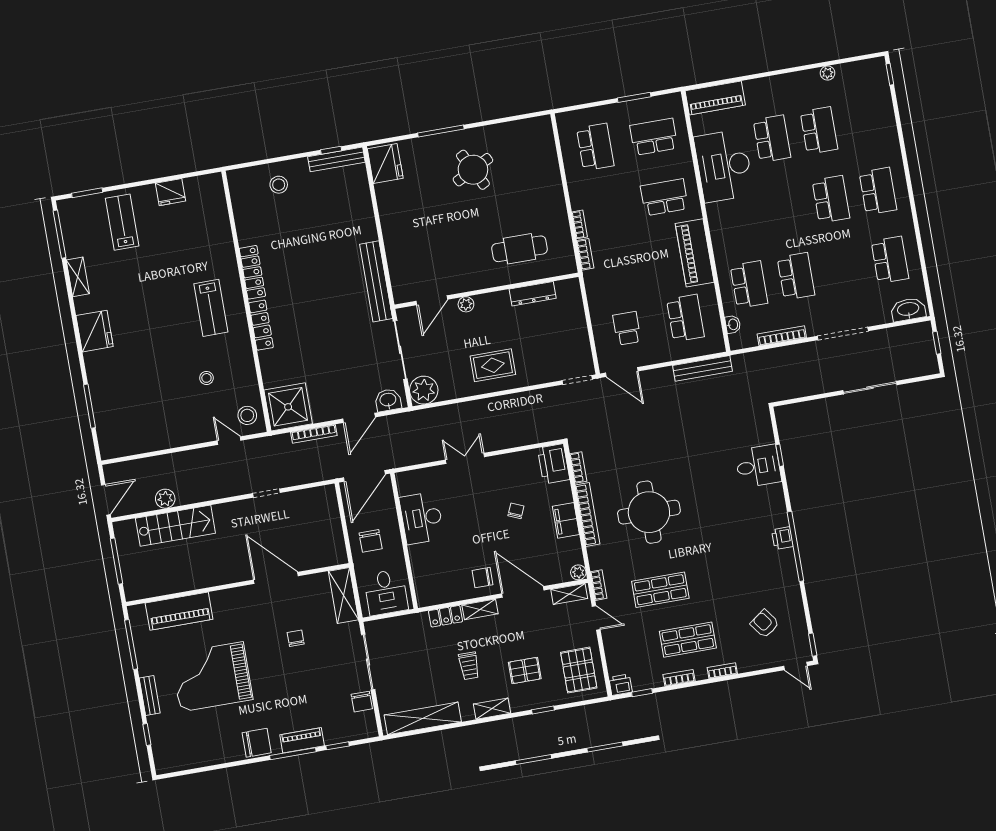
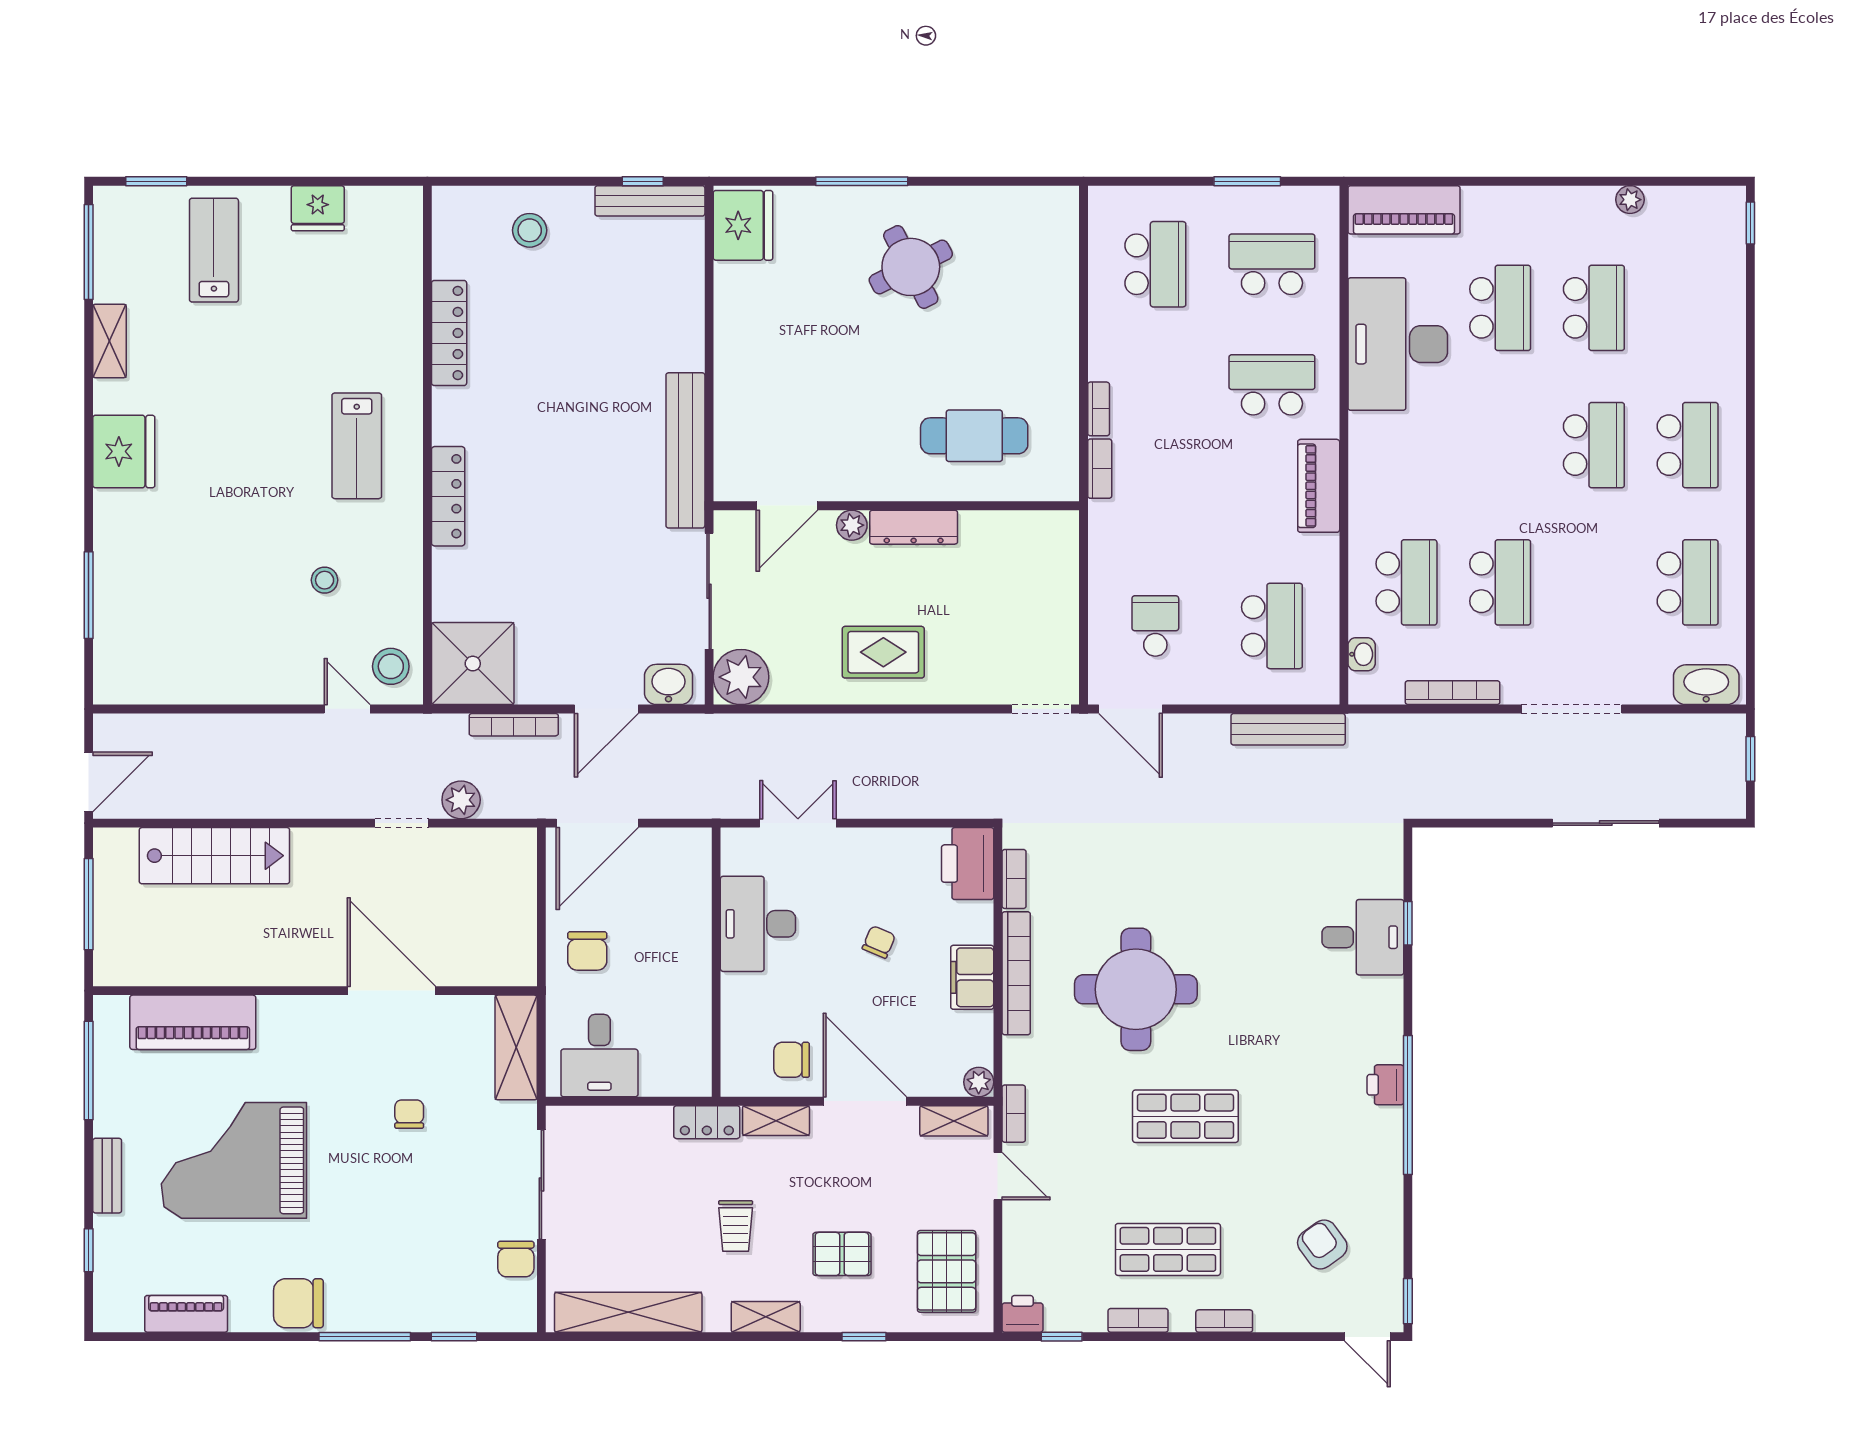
piano: (695, 253) -> (1319, 486), width x0.73, depth x0.75
locker: (252, 272) -> (449, 333), moved
dresser: (533, 294) -> (914, 527), moved
plant: (165, 499) -> (461, 800), moved
desk: (422, 518) -> (758, 924), moved
wall: (404, 541) -> (716, 962), moved
shop shelf: (660, 590) -> (1185, 1116), moved
piano: (302, 740) -> (186, 1314), moved
chair: (257, 743) -> (298, 1303), turned 180

